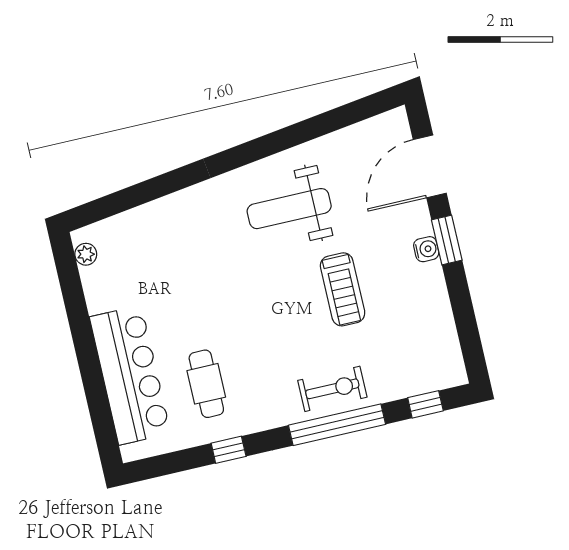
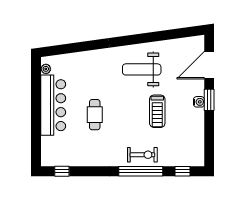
bar counter: (130, 375) -> (53, 105), moved
cafe table: (206, 384) -> (95, 115), moved
window: (229, 450) -> (62, 171), moved

